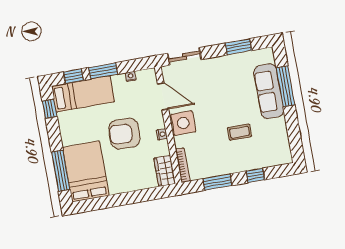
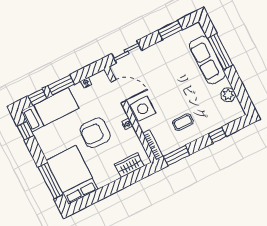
coffee table: (239, 132) -> (183, 122), moved
plant: (280, 135) -> (228, 95), added
wardrobe: (165, 171) -> (129, 165), moved, turned 90
window: (218, 182) -> (177, 156), moved

